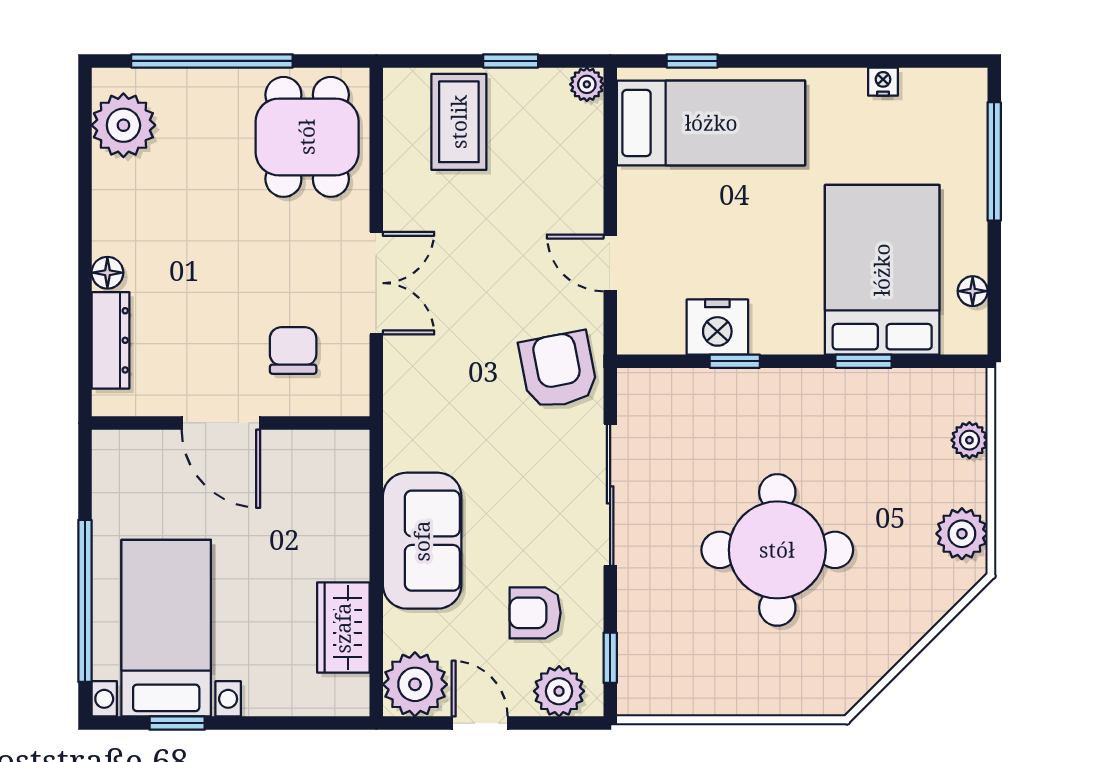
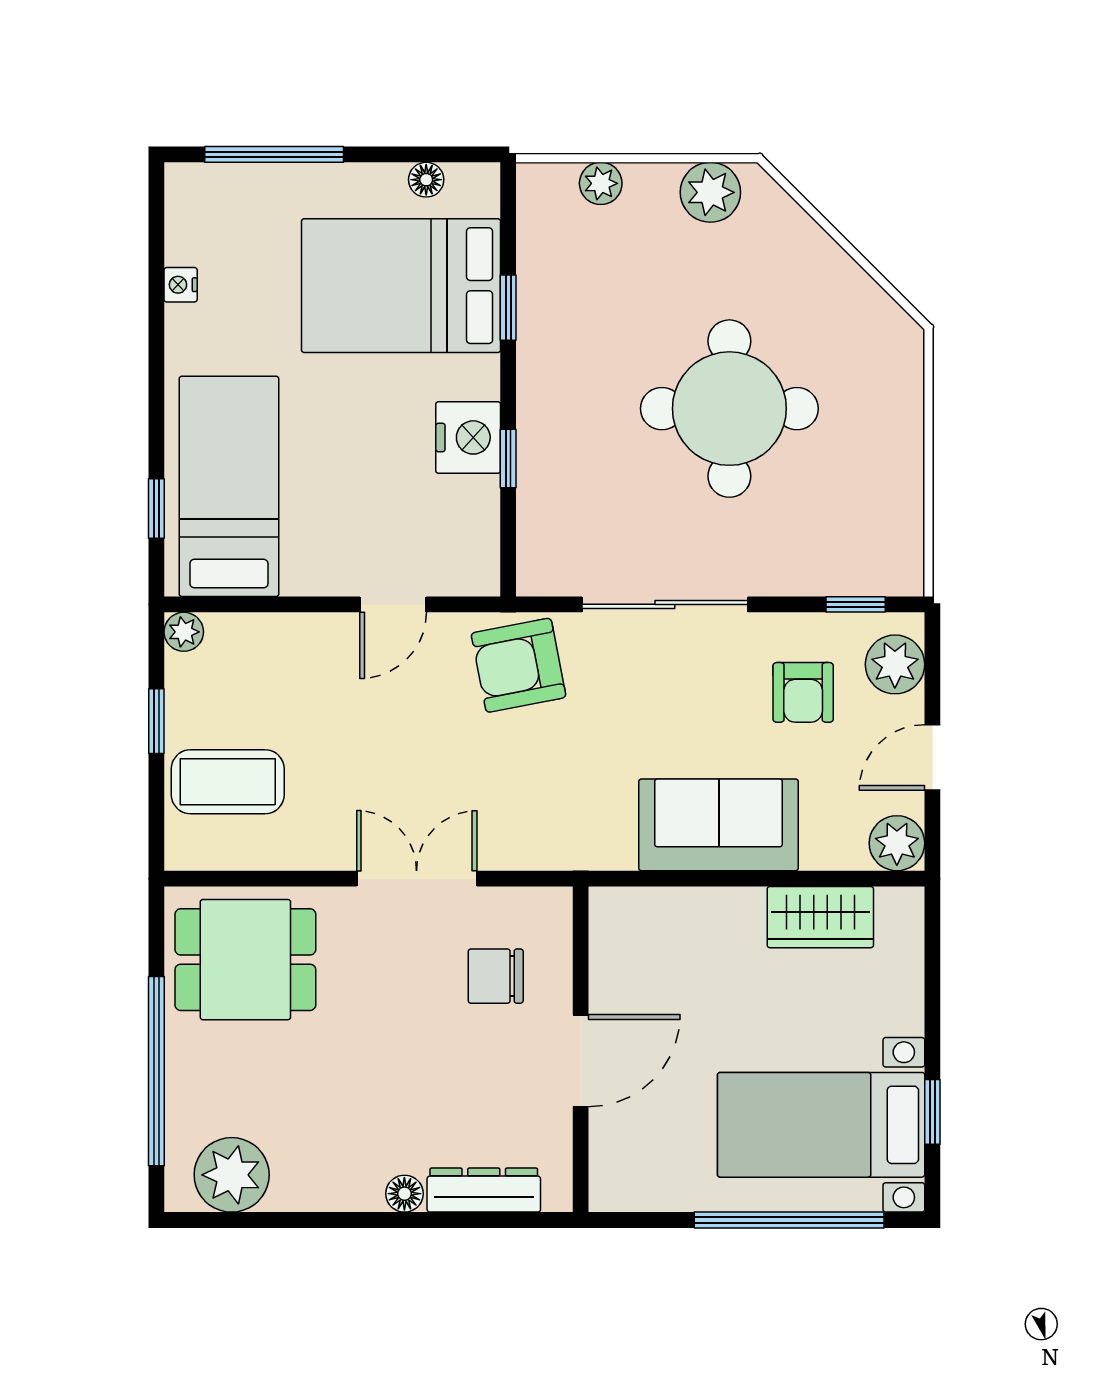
nightstand: (717, 327) -> (468, 437), moved
plant: (415, 684) -> (897, 843), width x0.73, depth x0.73

